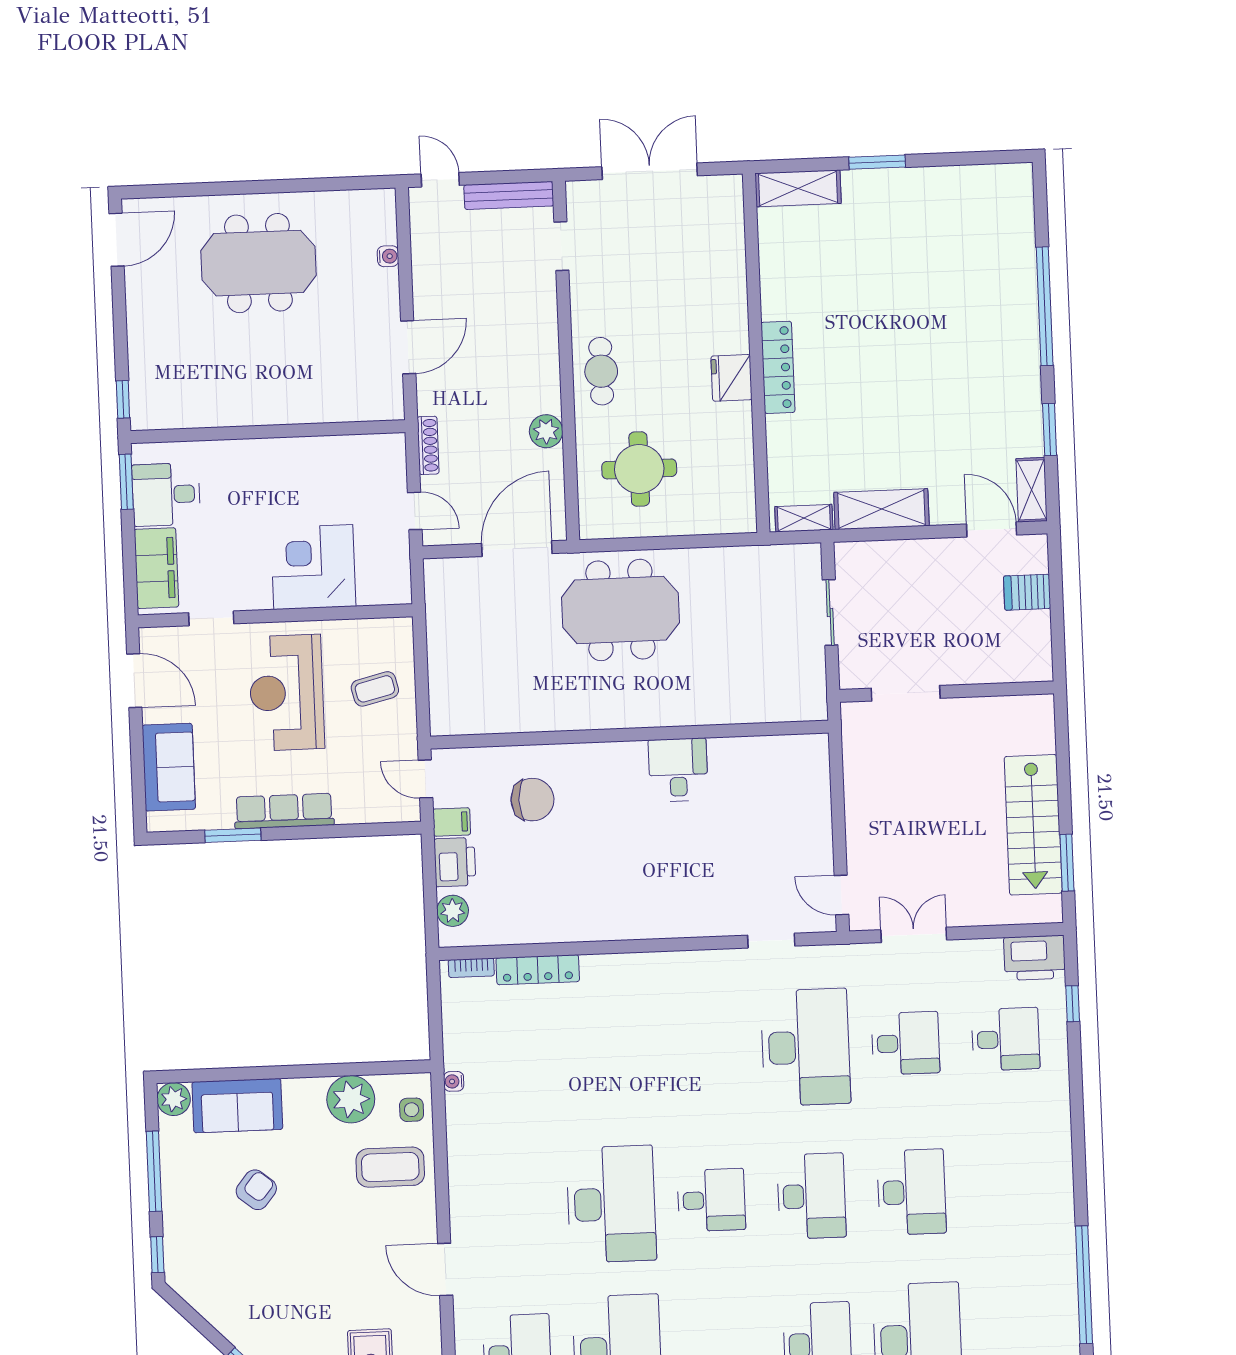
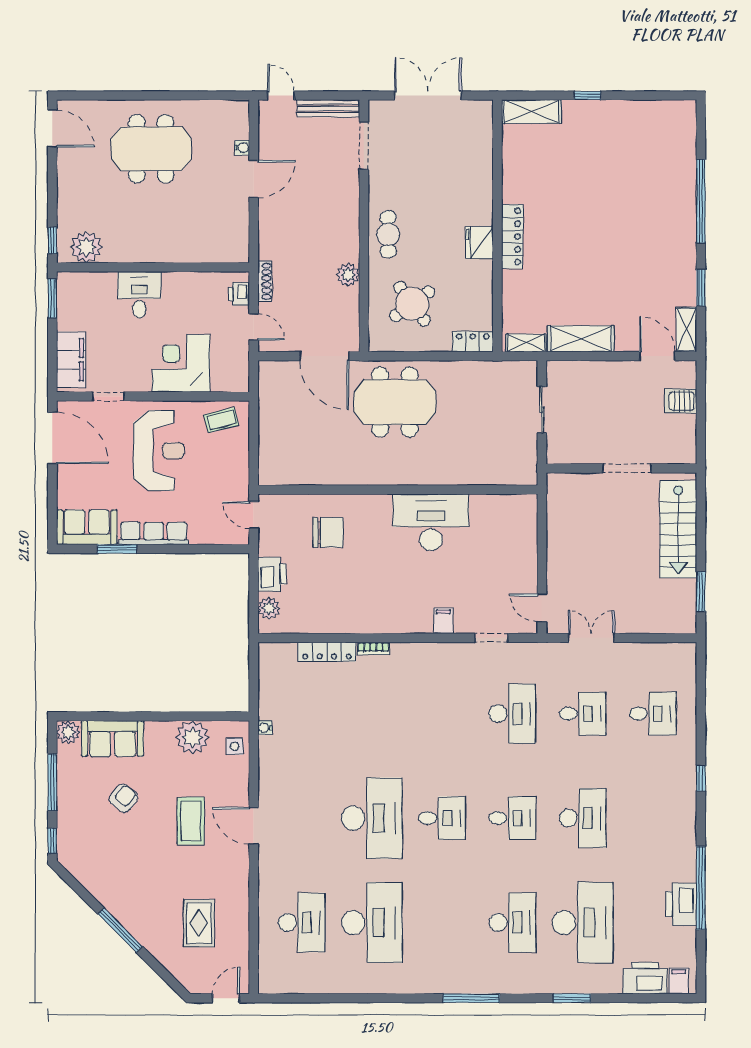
window: (877, 162) -> (587, 96), width x0.67
door: (117, 240) -> (52, 128), hinge flipped
doorway: (561, 246) -> (364, 145), width x1.38
door: (408, 347) -> (254, 179), moved
plant: (172, 407) -> (86, 247), added
printer: (392, 465) -> (239, 294), added
round table: (639, 469) -> (412, 304), turned -36
desk: (166, 494) -> (139, 295), moved, turned 90
locker: (728, 519) -> (473, 342), added
door: (517, 549) -> (324, 356), swing flipped
door: (134, 681) -> (52, 438), width x1.36
coffee table: (375, 689) -> (221, 420), moved
reception desk: (287, 693) -> (159, 451), turned 180
doorway: (906, 693) -> (627, 468), moved
sofa: (169, 767) -> (87, 527), moved, turned -90
desk: (678, 770) -> (431, 522), width x1.87, depth x1.30
filing cabinet: (452, 822) -> (443, 621), moved, turned -90
stairs: (1033, 825) -> (678, 529), moved
printer: (1035, 958) -> (681, 904), moved, turned 90
bookcase: (471, 968) -> (373, 649), moved
window: (1073, 1004) -> (701, 778), moved
desk: (805, 1047) -> (512, 714), width x0.73, depth x0.77
coffee table: (390, 1167) -> (191, 821), moved, turned 90
desk: (811, 1196) -> (512, 818), width x0.73
door: (445, 1269) -> (254, 826), moved

